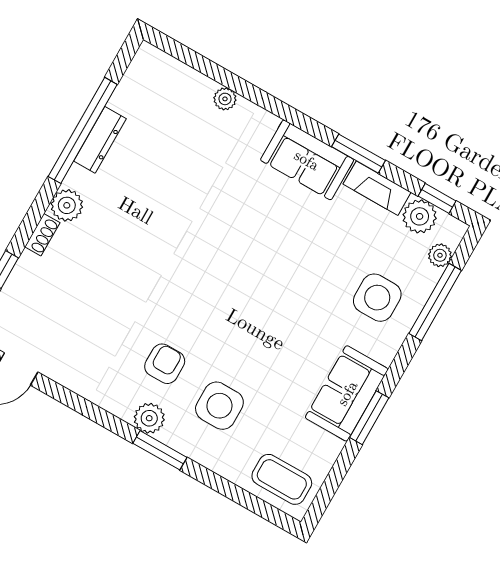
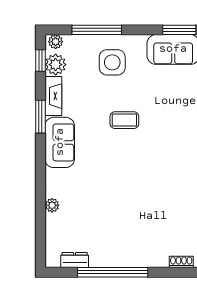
dresser: (100, 140) -> (75, 260), moved, width x0.70
plant: (67, 205) -> (158, 258), removed
plant: (440, 255) -> (56, 42), moved
coffee table: (287, 268) -> (124, 120), added

